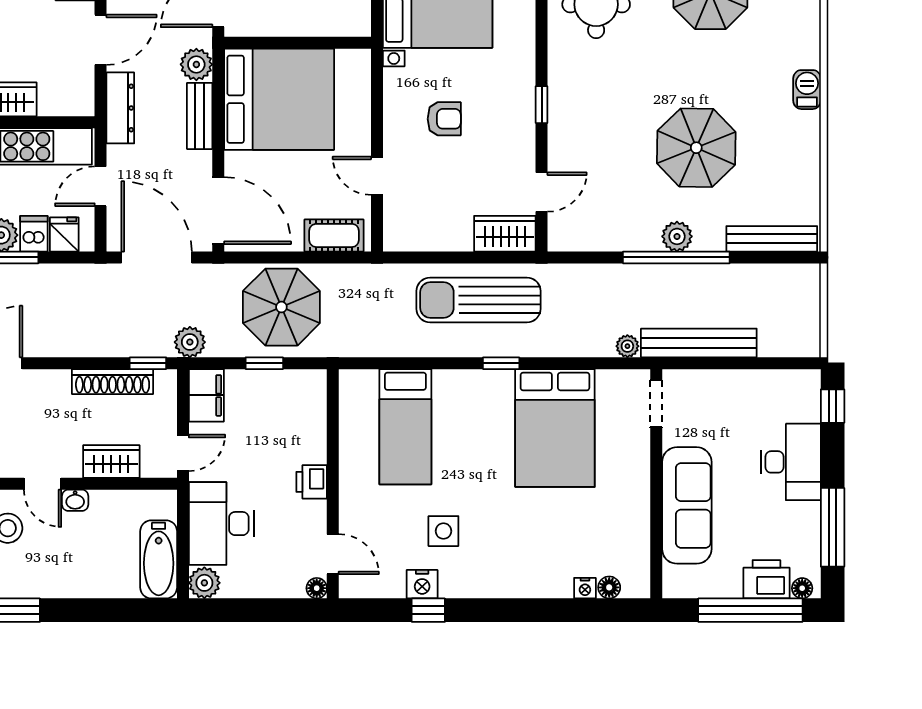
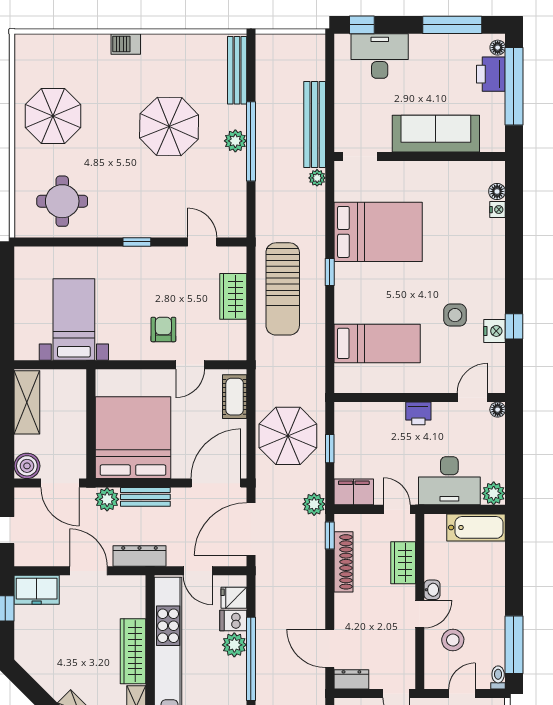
armchair: (444, 119) -> (163, 329), moved
wardrobe: (505, 234) -> (233, 296), moved
desk: (791, 462) -> (380, 56), moved

